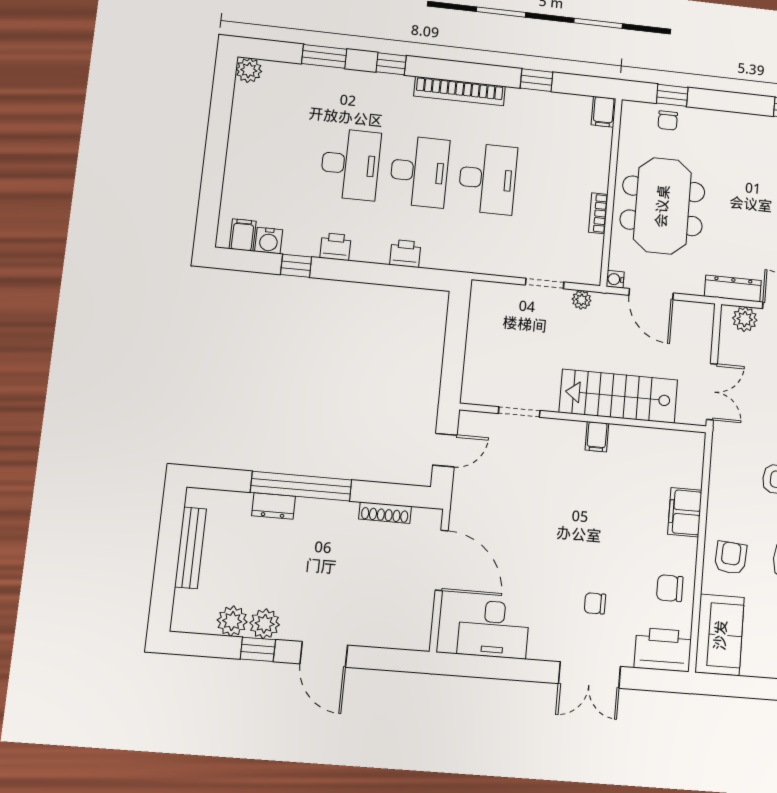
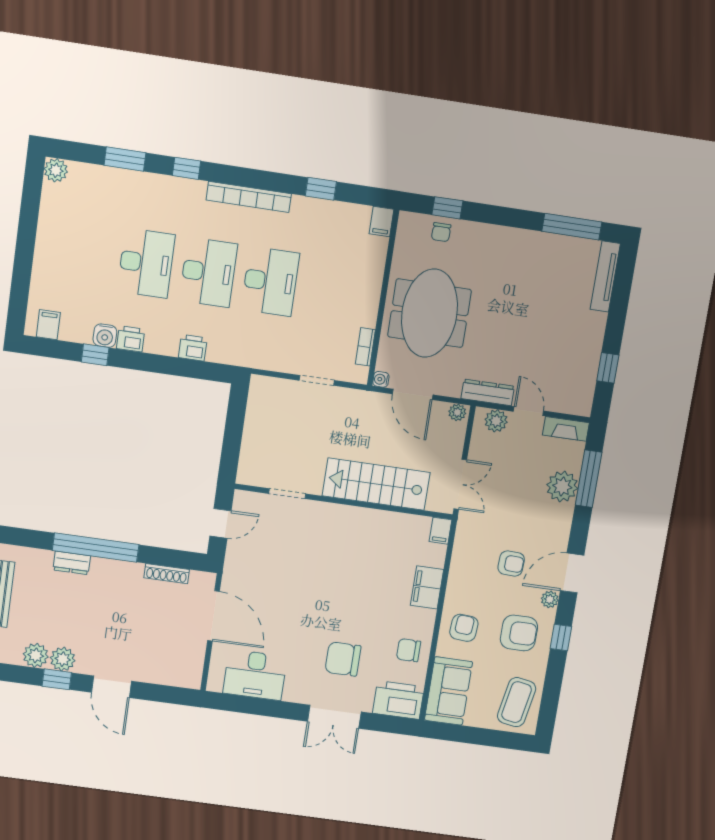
bookcase: (598, 213) -> (365, 347), moved
water cooler: (269, 240) -> (105, 336), moved
plant: (582, 300) -> (457, 412), moved
filing cabinet: (597, 437) -> (440, 531), moved
chair: (595, 603) -> (343, 659), width x1.87, depth x1.87

